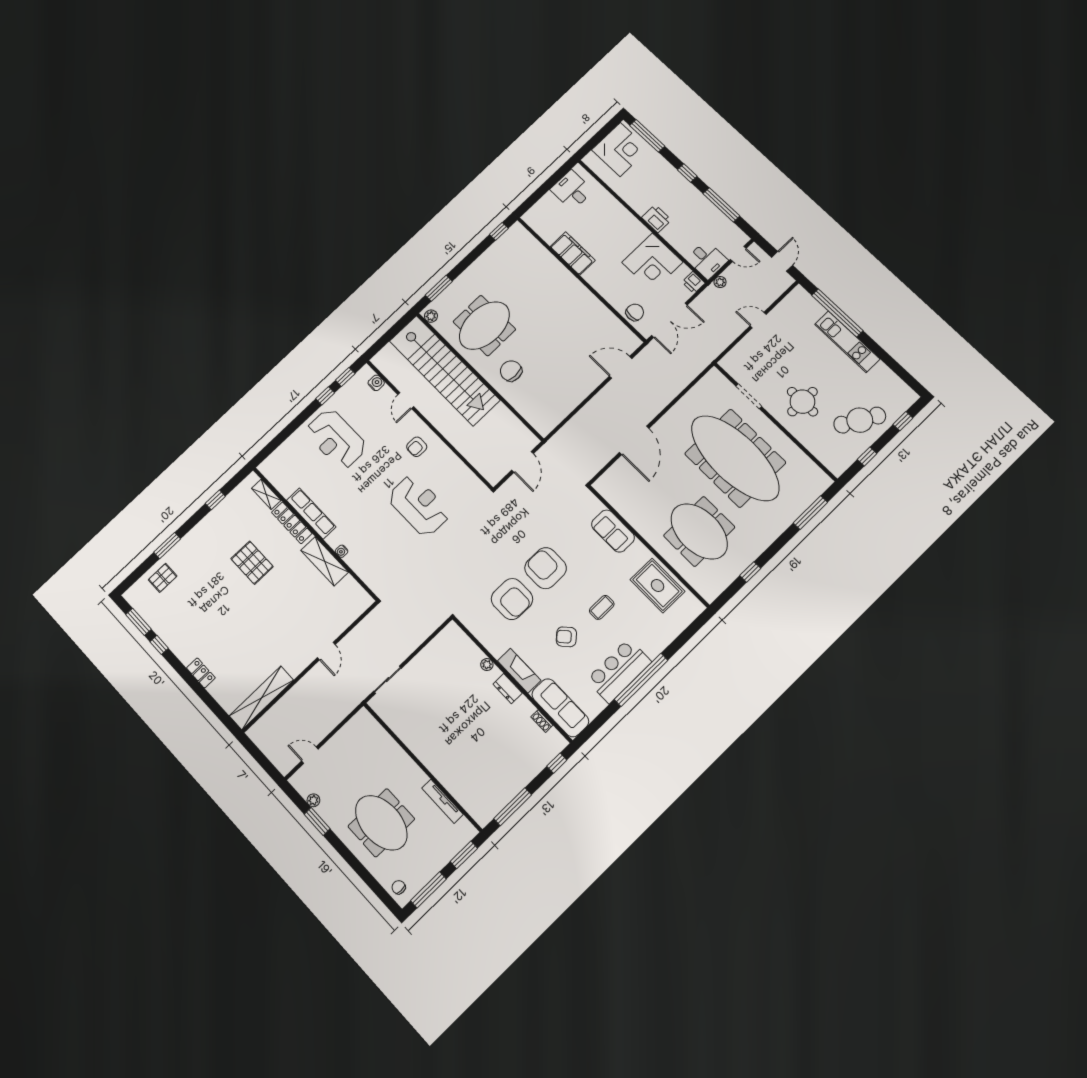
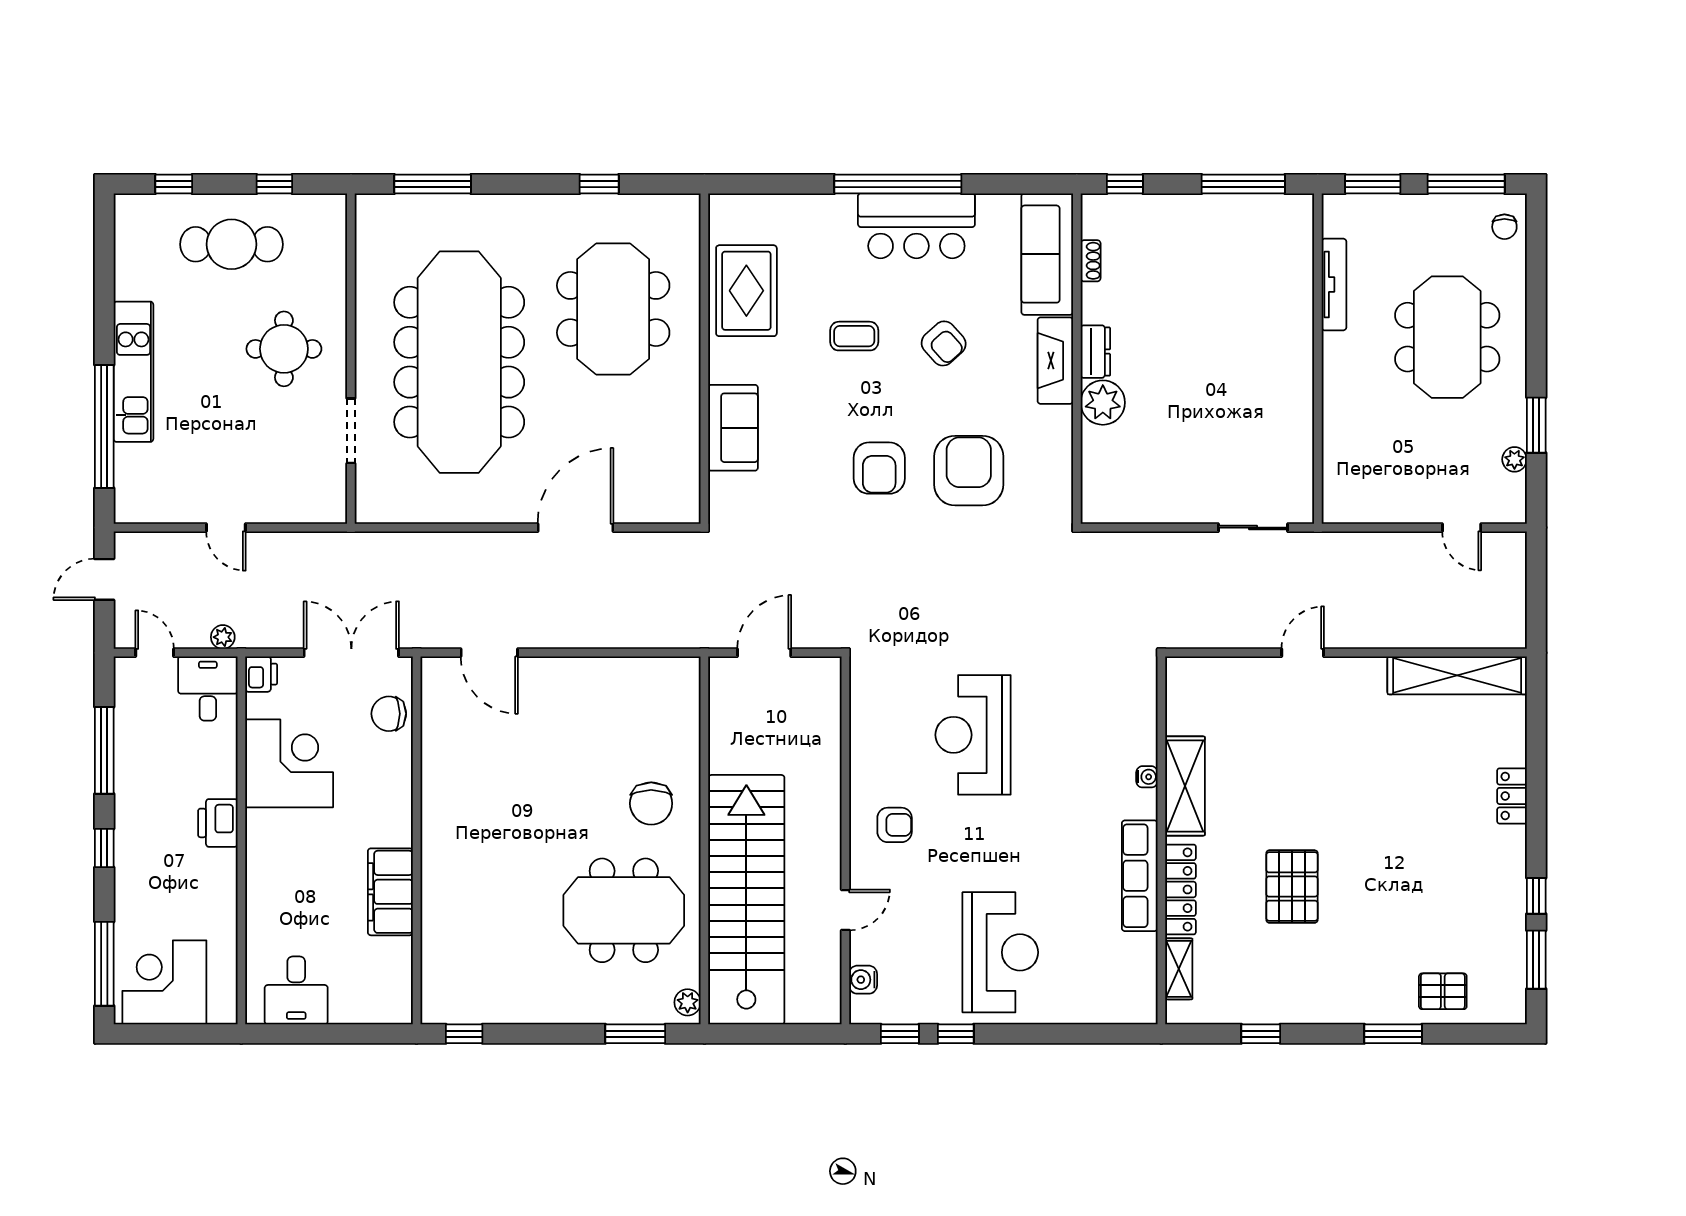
cafe table: (860, 420) -> (232, 244), turned -30
armchair: (546, 568) -> (879, 468), width x0.73, depth x0.73
plant: (487, 665) -> (1103, 403), width x1.87, depth x1.87

